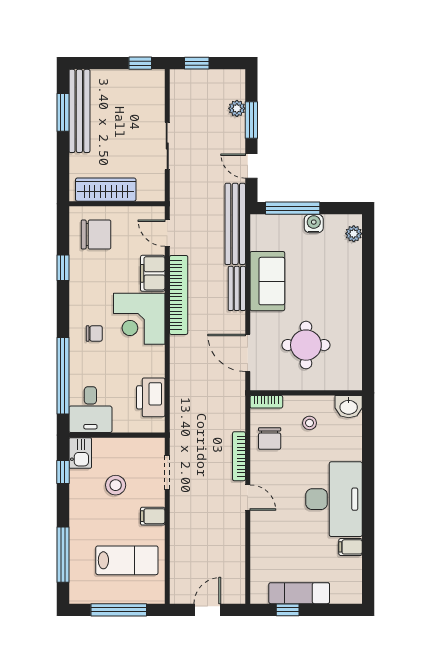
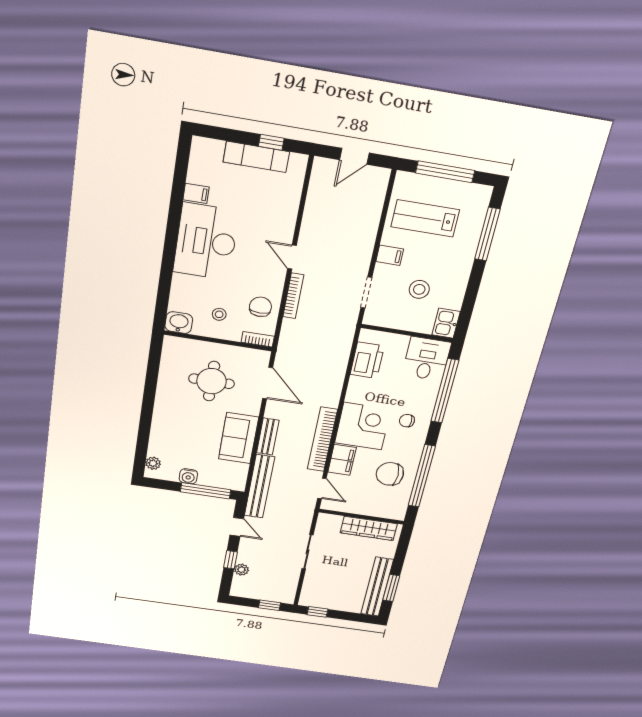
window: (251, 120) -> (230, 560), width x0.67
chair: (96, 235) -> (390, 474), moved
window: (63, 268) -> (422, 476), width x3.17
window: (63, 472) -> (467, 309), removed

